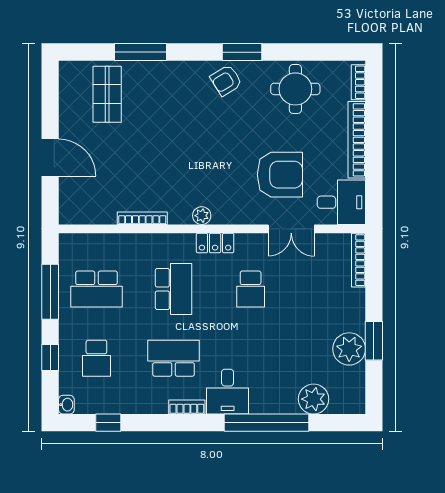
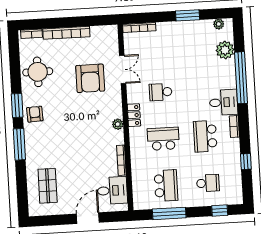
window: (141, 52) -> (19, 144), moved
armchair: (226, 80) -> (35, 114), turned -151
shop shelf: (107, 94) -> (48, 186), turned 90
armchair: (280, 175) -> (90, 78), turned 180
desk: (341, 202) -> (112, 190), moved, turned 90
school desk: (251, 289) -> (161, 92), turned 180
plant: (349, 349) -> (219, 24), moved, width x0.53, depth x0.53
window: (50, 357) -> (220, 211), moved
washbasin: (66, 405) -> (237, 200), removed
window: (108, 423) -> (246, 162), moved

